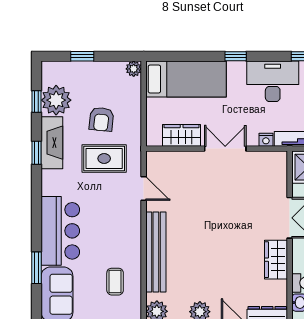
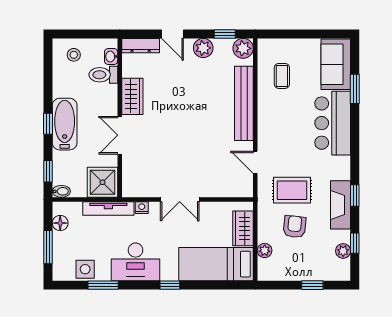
plant: (134, 69) -> (265, 250), moved
plant: (56, 100) -> (343, 251), width x0.53, depth x0.53
wardrobe: (182, 135) -> (243, 228), moved, turned 90

